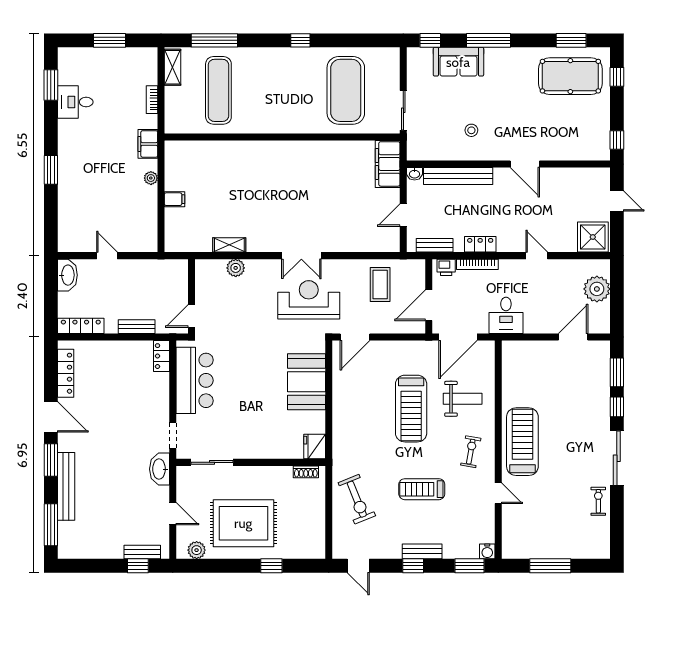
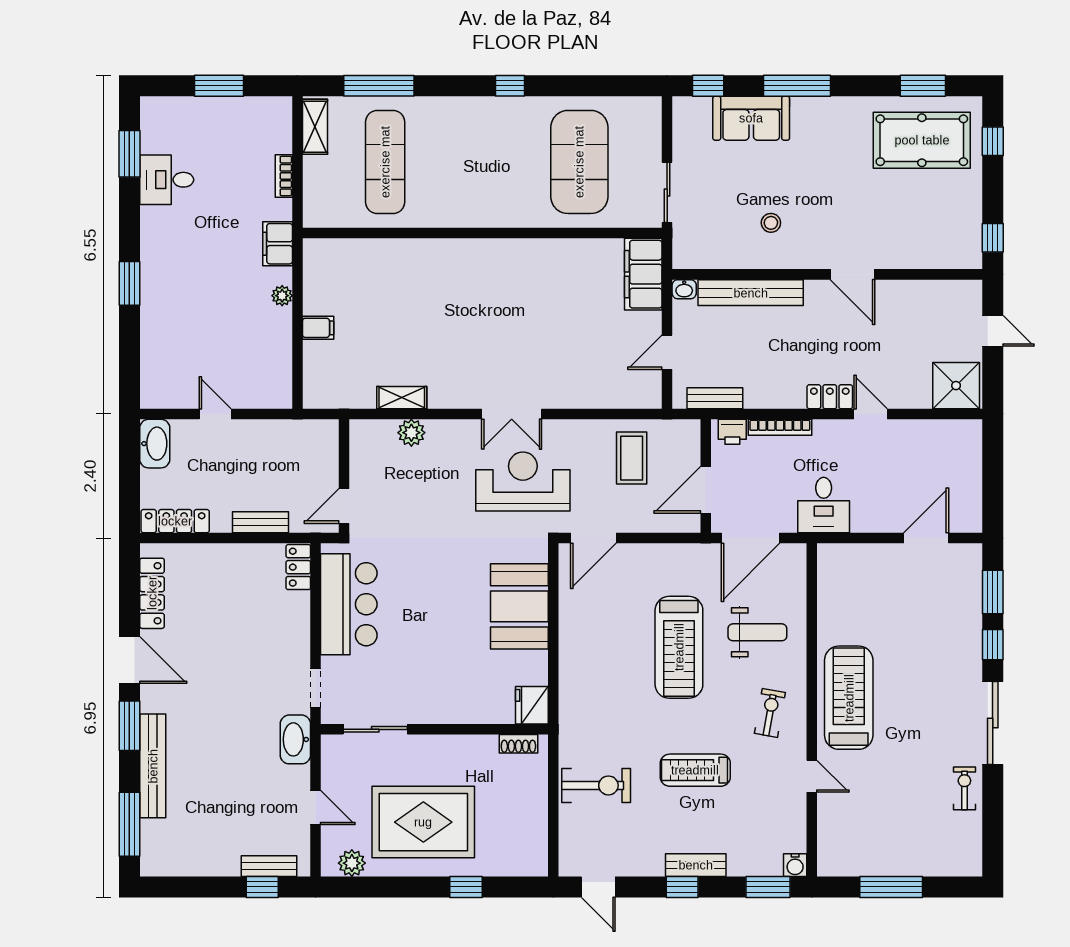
locker: (480, 244) -> (830, 397), moved
plant: (597, 289) -> (962, 465), removed
exercise bike: (357, 499) -> (596, 785), turned -68

